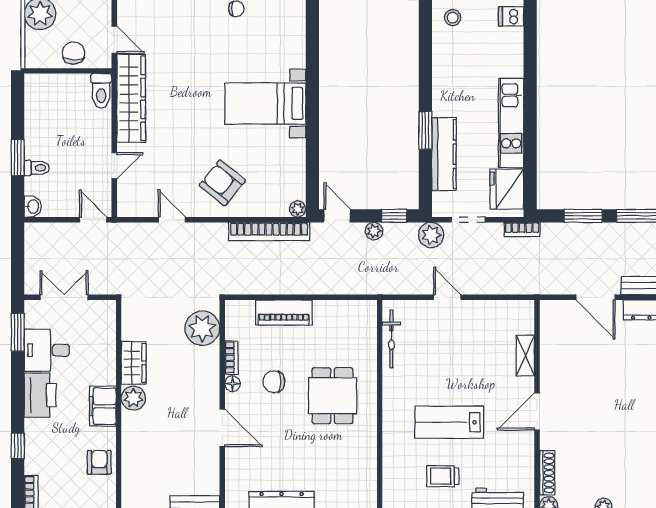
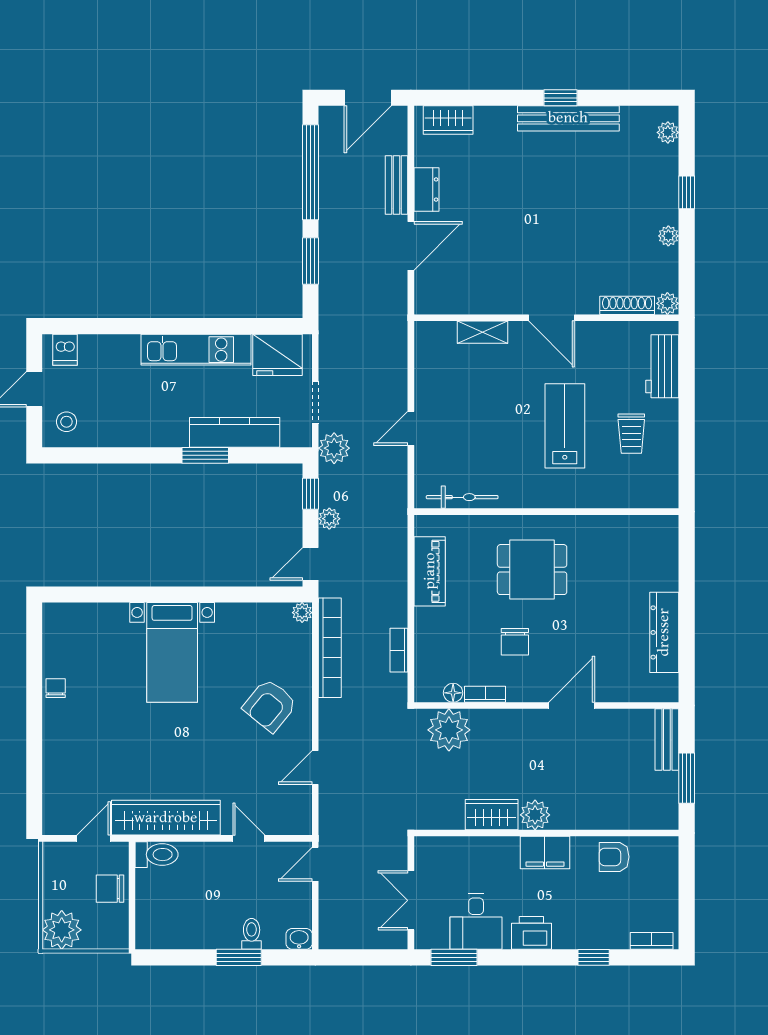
bookcase: (522, 229) -> (399, 650), moved, turned 180
piano: (284, 313) -> (430, 571), moved
floor lamp: (233, 384) -> (453, 693), moved
printer: (40, 395) -> (531, 933), width x0.73, depth x0.84
lab bench: (449, 422) -> (565, 426), turned 180

